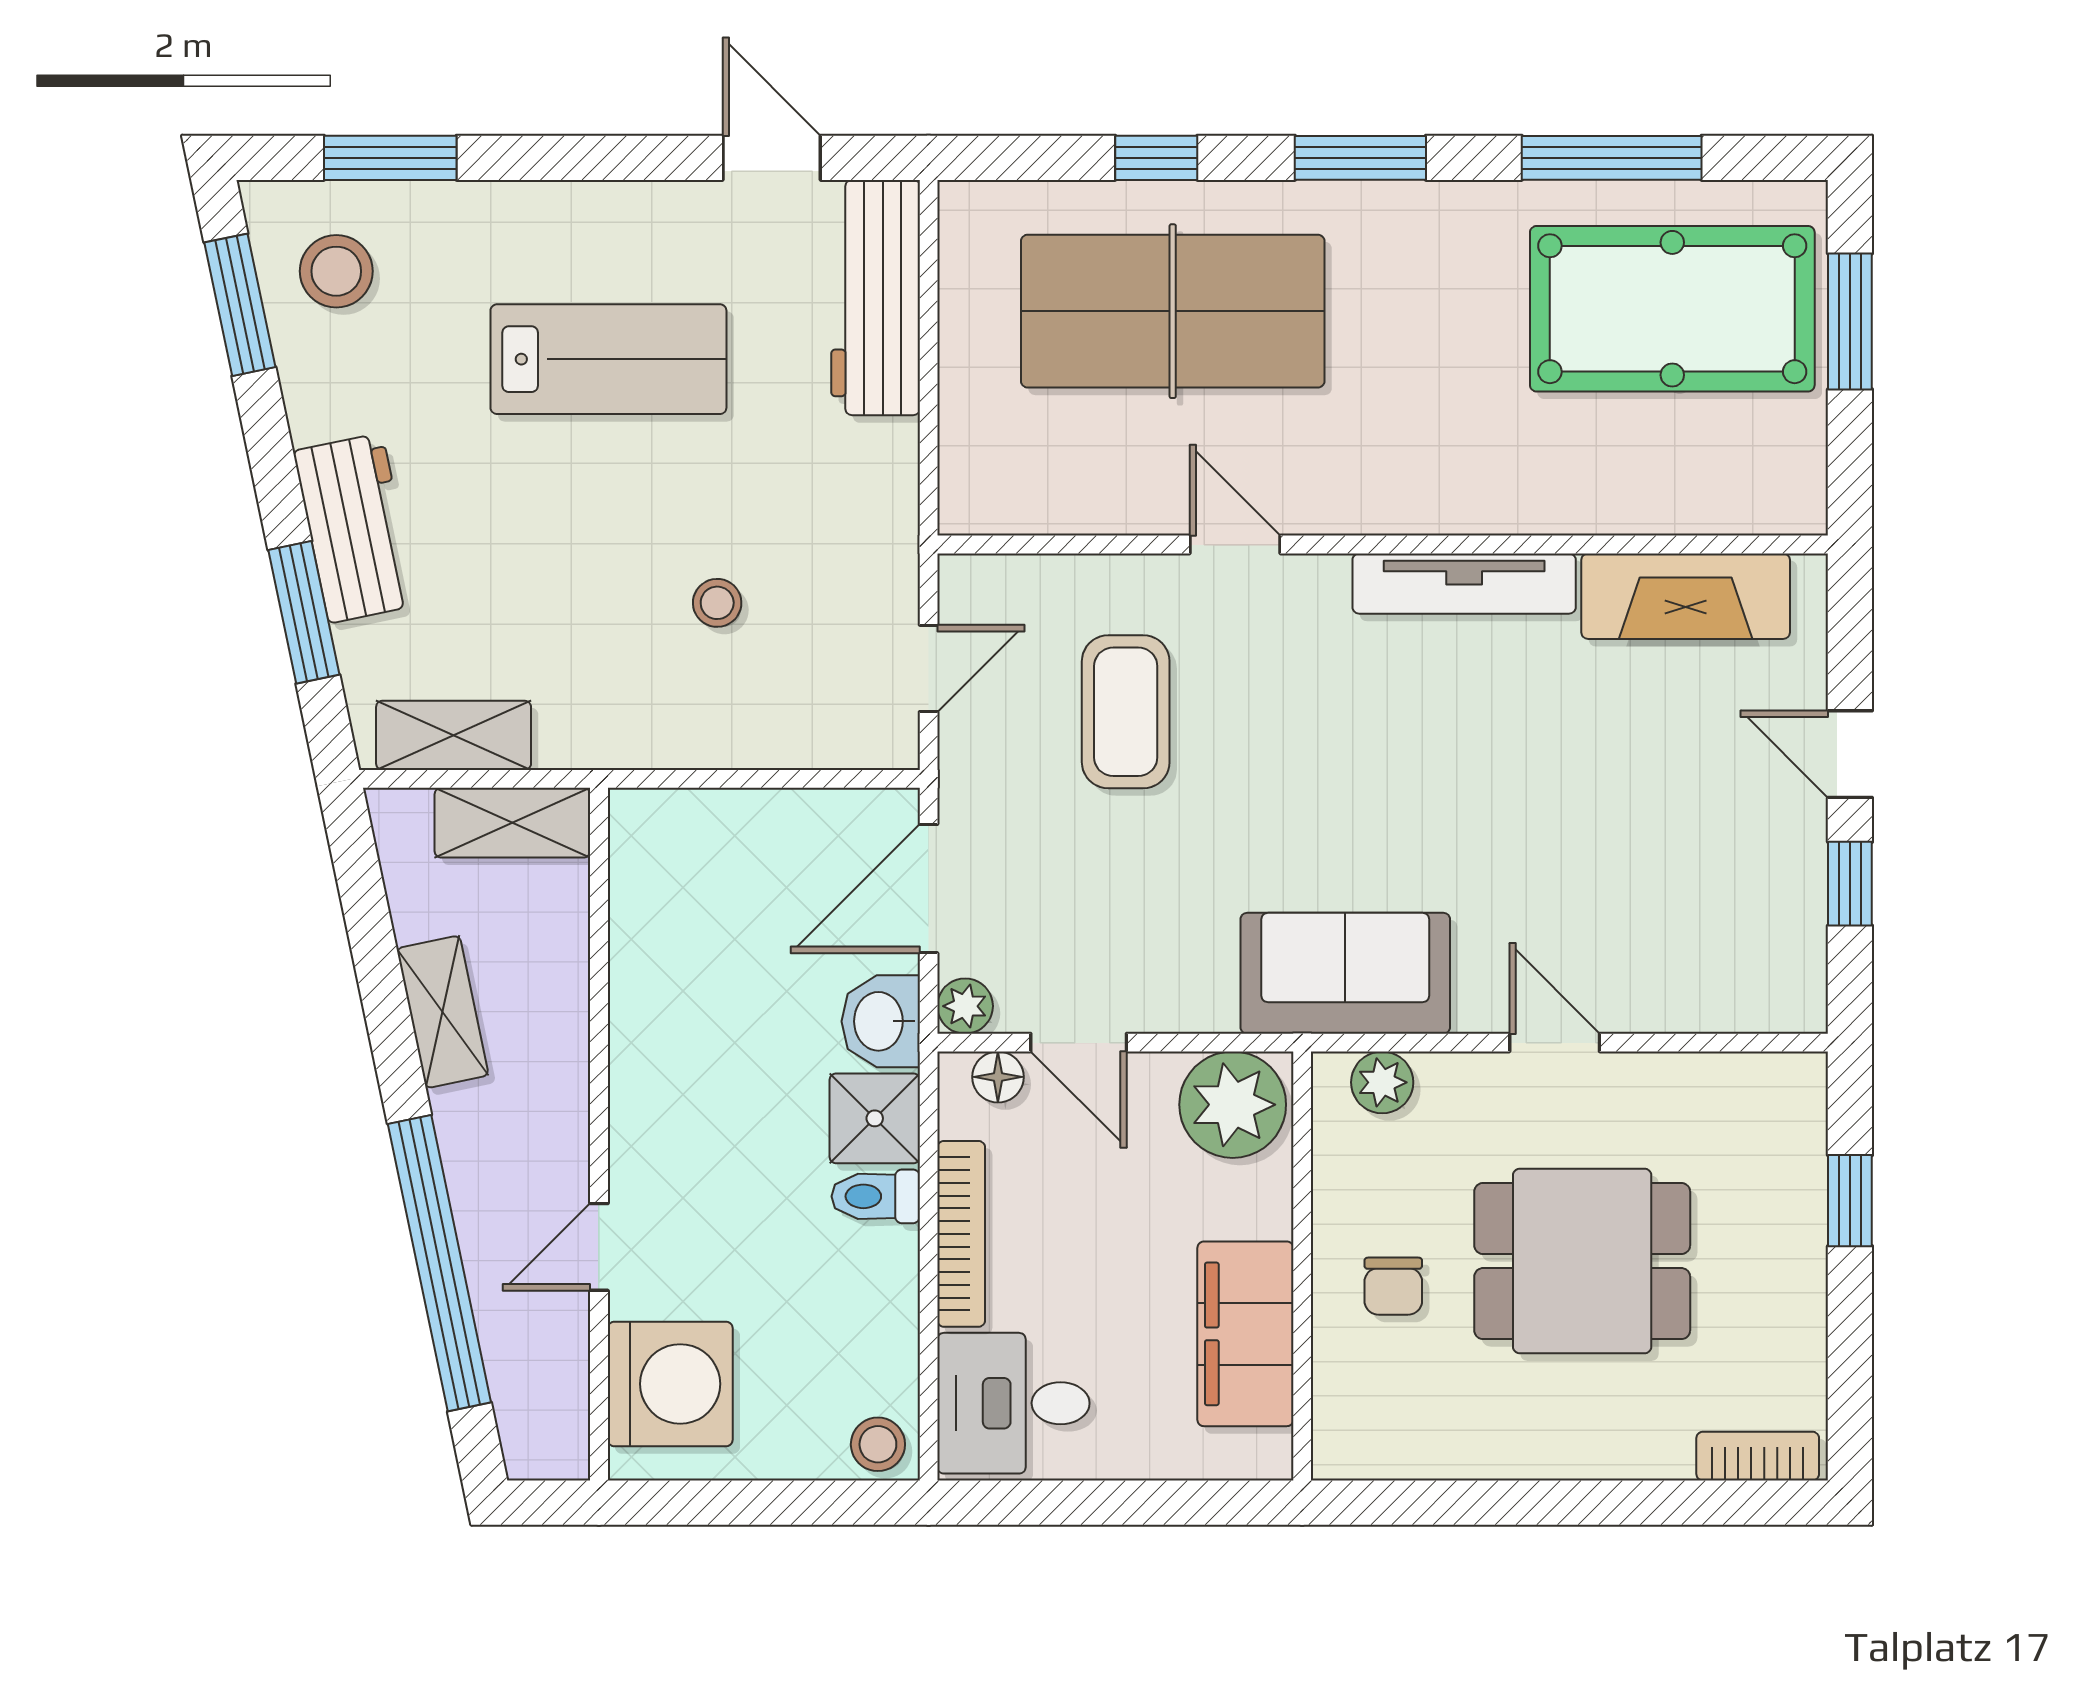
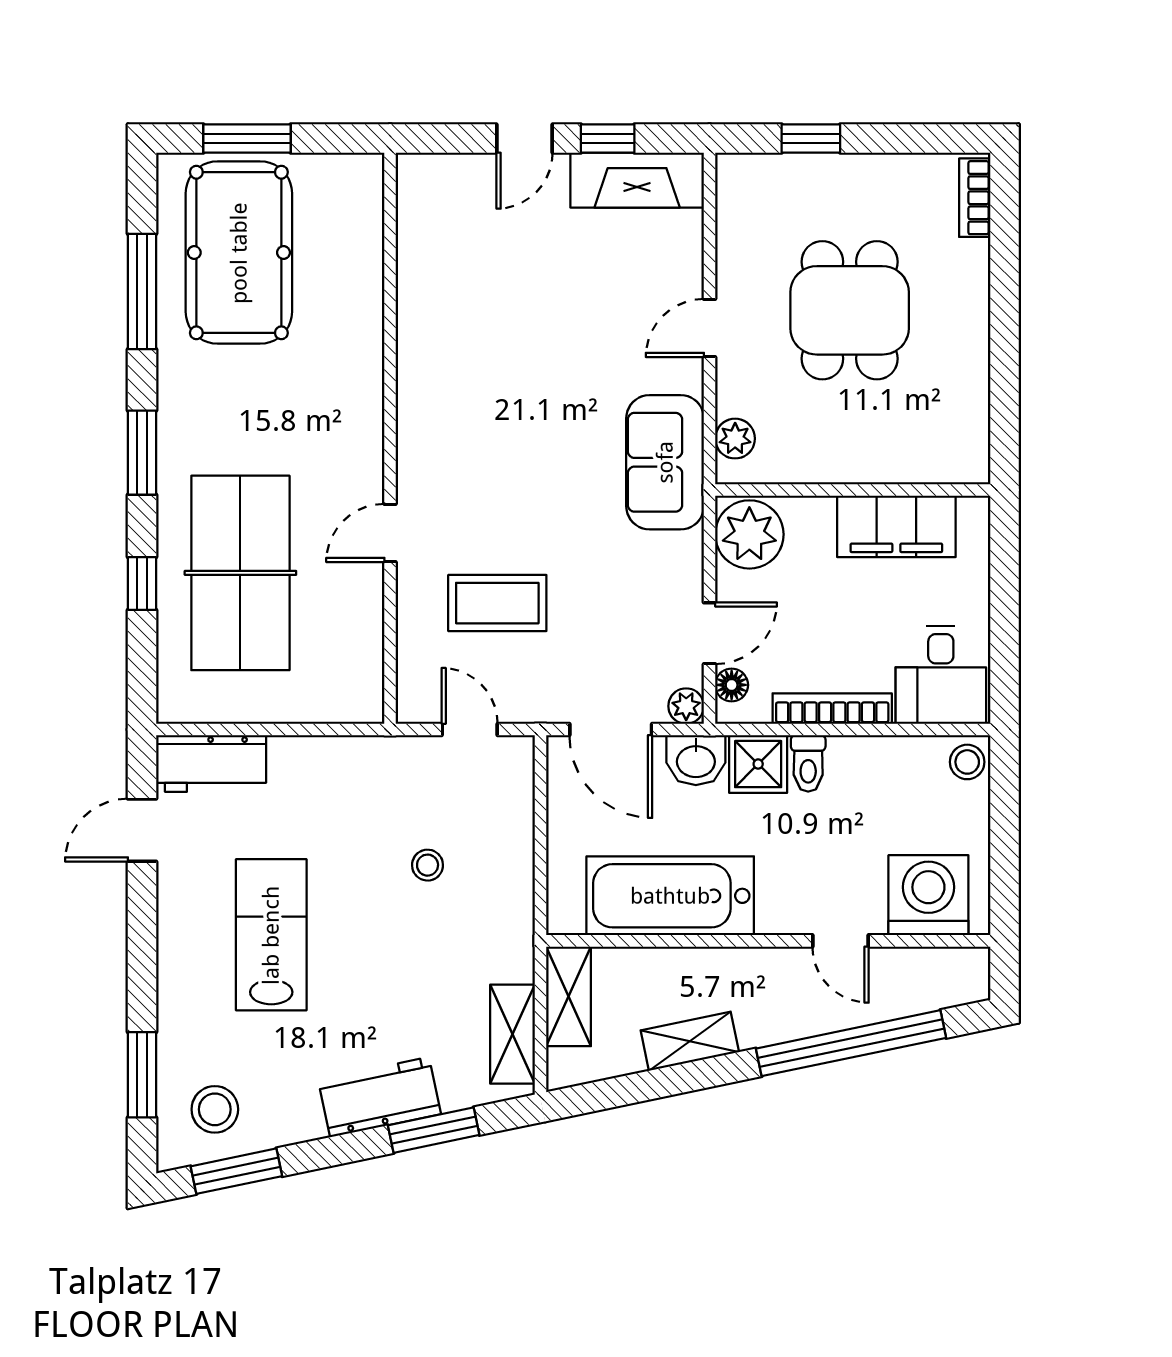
workbench: (876, 298) -> (211, 763), width x0.73
tv unit: (1464, 584) -> (415, 386), removed
fireplace: (1686, 596) -> (637, 180), moved, turned 90
bathtub: (669, 981) -> (670, 896), added
chair: (1393, 1286) -> (866, 431), removed

